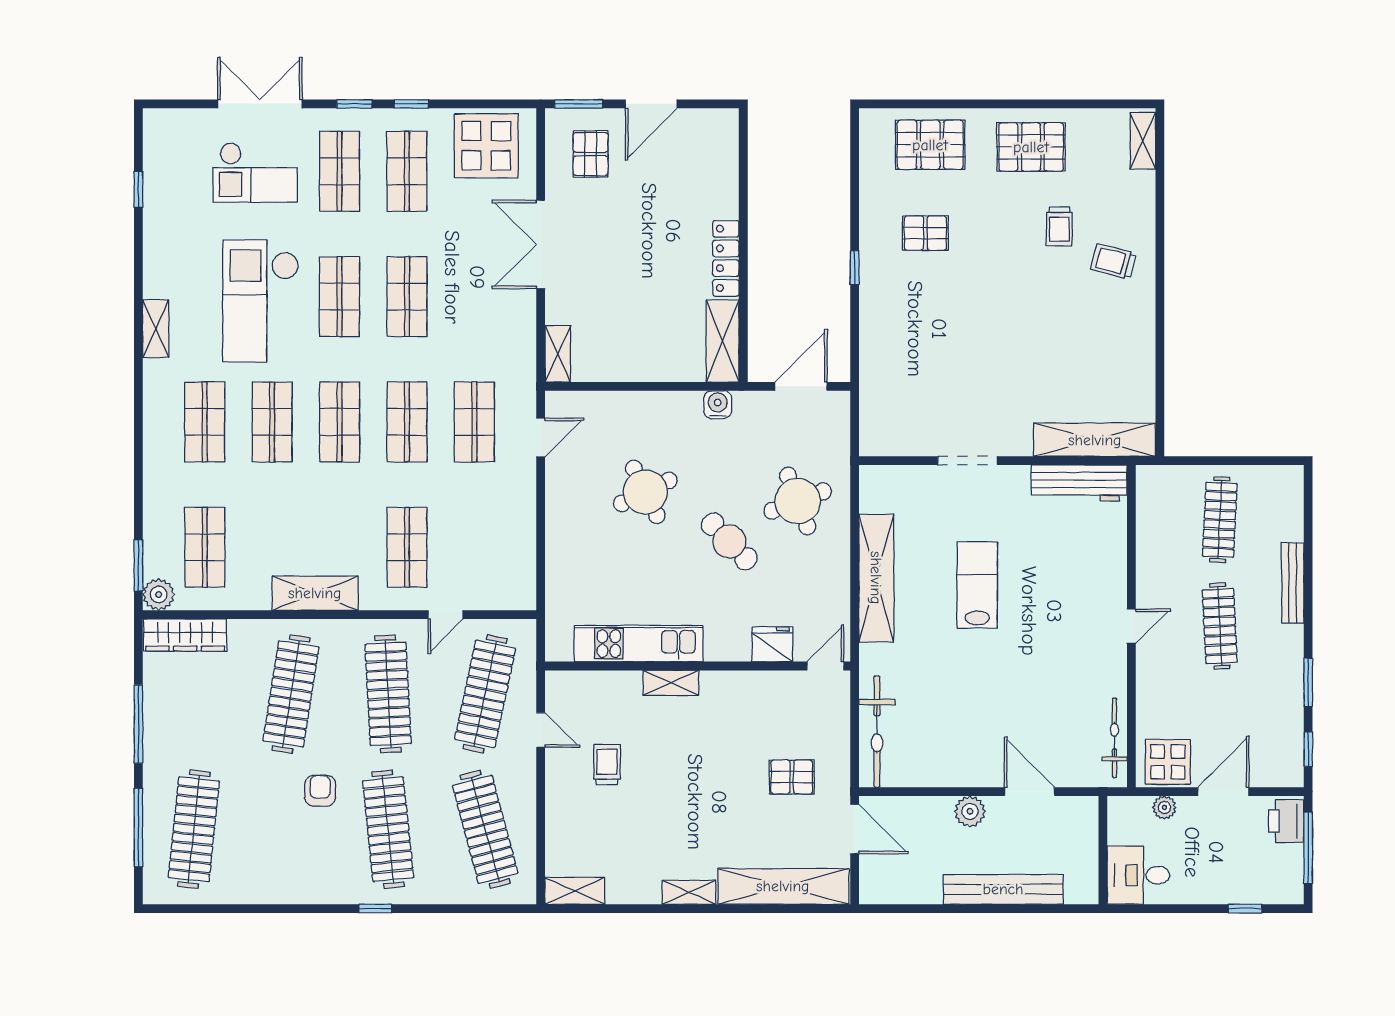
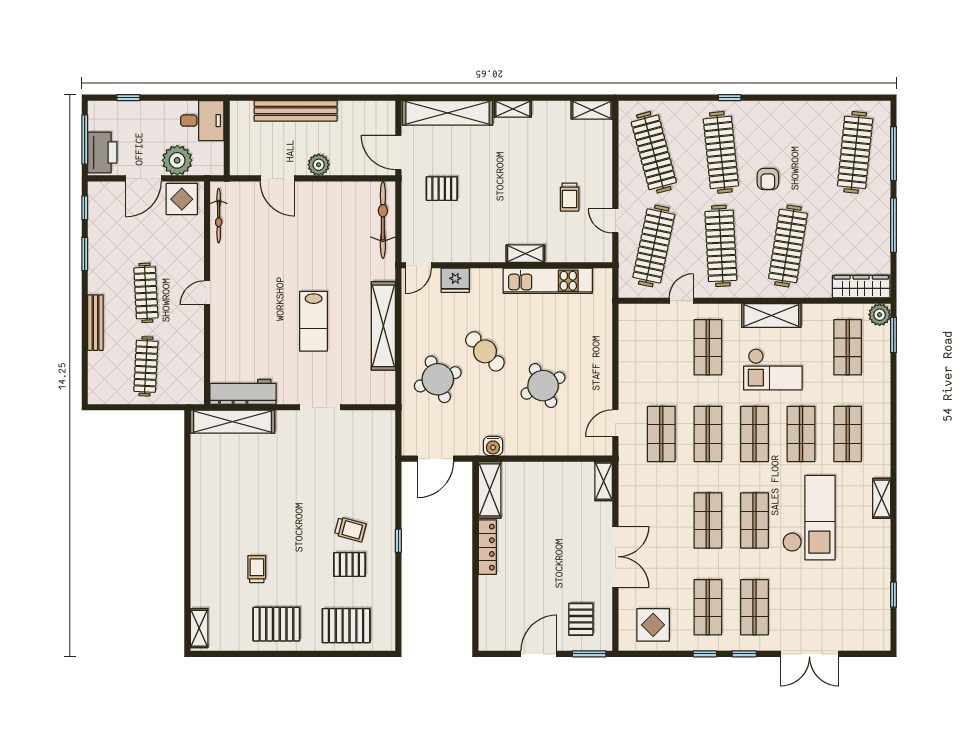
display table: (486, 146) -> (653, 625), width x0.73, depth x0.73
checkout: (255, 173) -> (773, 369), moved, turned 180
trolley: (1113, 261) -> (350, 529), moved
plant: (1164, 807) -> (177, 160), width x1.88, depth x1.88
printer: (1286, 821) -> (102, 153), width x1.37, depth x1.19

